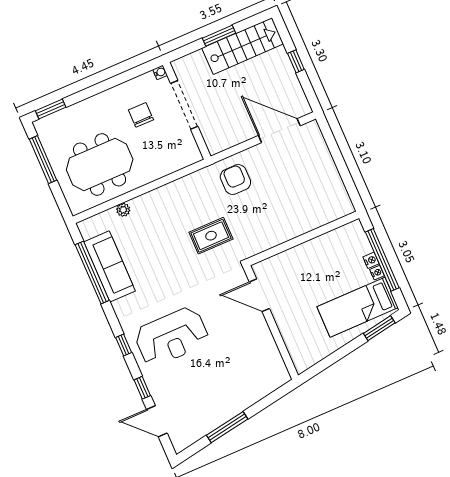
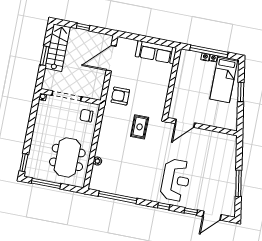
chair: (141, 115) -> (86, 116), moved
sofa: (110, 266) -> (156, 52), moved, turned 180
window: (379, 328) -> (241, 92), moved

